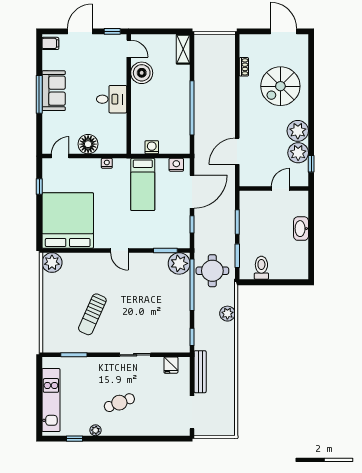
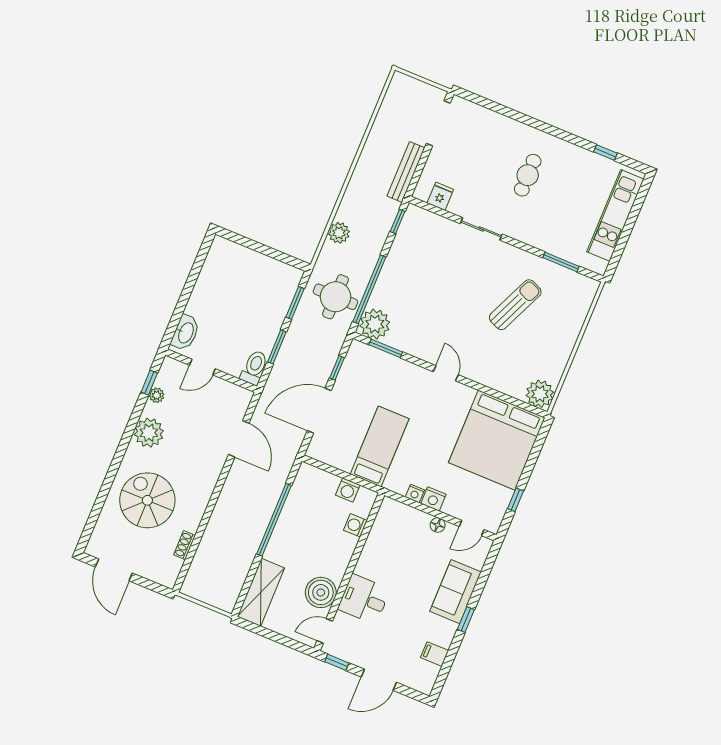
filing cabinet: (50, 43) -> (435, 654), moved
door: (129, 49) -> (325, 631), hinge flipped
shelving: (183, 49) -> (261, 592), width x1.50, depth x1.33
spiral stairs: (280, 86) -> (147, 500), turned -90
sofa: (54, 91) -> (455, 592), moved
window: (39, 94) -> (466, 620), width x0.46
desk: (112, 99) -> (364, 599), moved
washing machine: (137, 126) -> (355, 525), added
floor lamp: (88, 144) -> (438, 525), width x0.53, depth x0.53
door: (237, 151) -> (239, 439), hinge flipped
plant: (298, 153) -> (157, 395), width x0.53, depth x0.53
nightstand: (176, 165) -> (433, 499), moved
washbasin: (301, 229) -> (185, 333), moved
toilet: (261, 268) -> (254, 368), moved, turned 180
cafe table: (119, 403) -> (528, 175), turned -69
plant: (95, 430) -> (574, 152), removed

